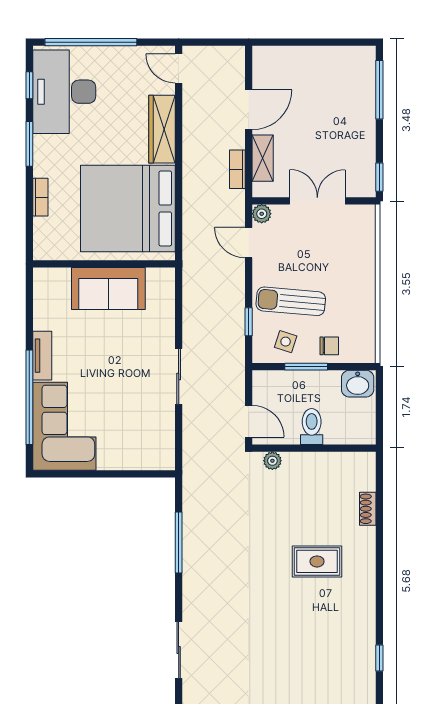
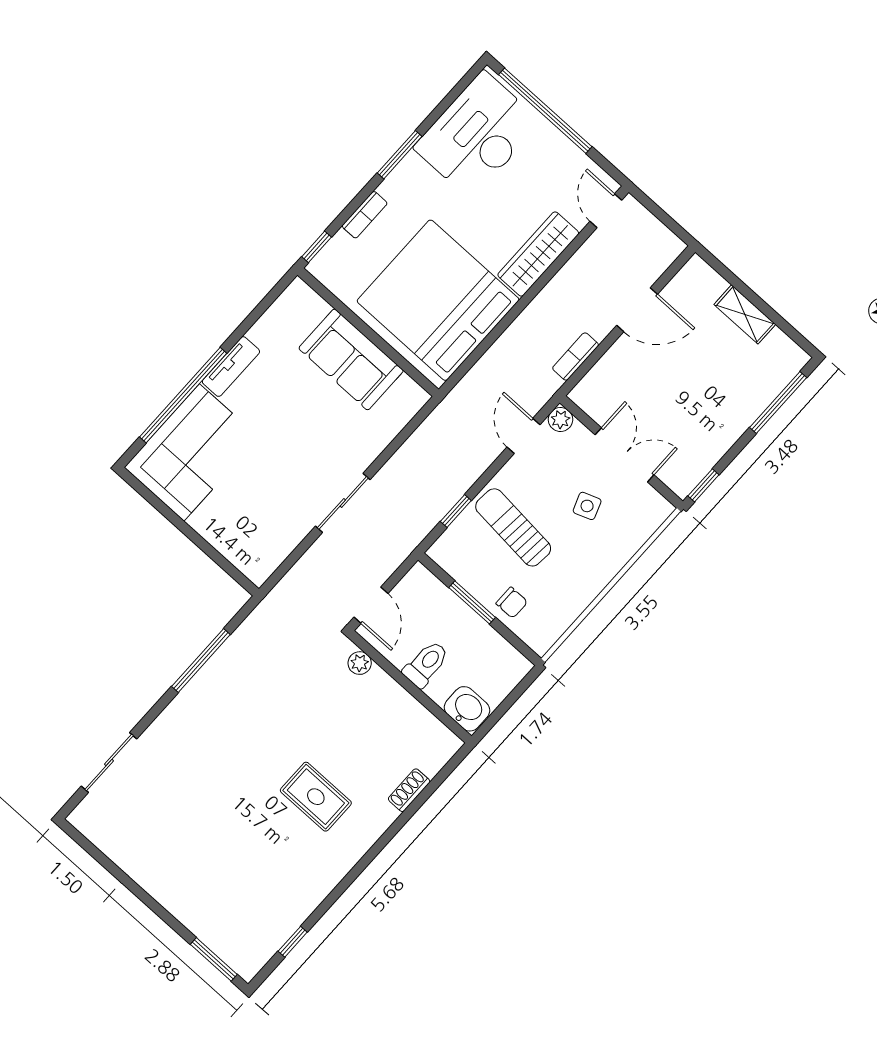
window: (29, 85) -> (317, 247), moved
shelving: (263, 158) -> (745, 314), moved, turned 90
side table: (286, 342) -> (587, 506), moved, turned -38
washbasin: (358, 384) -> (467, 709), moved, turned 180

